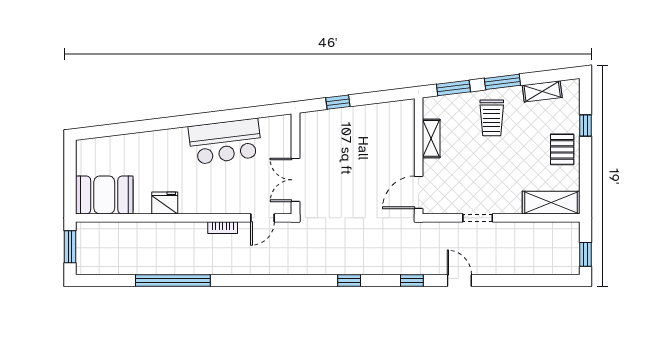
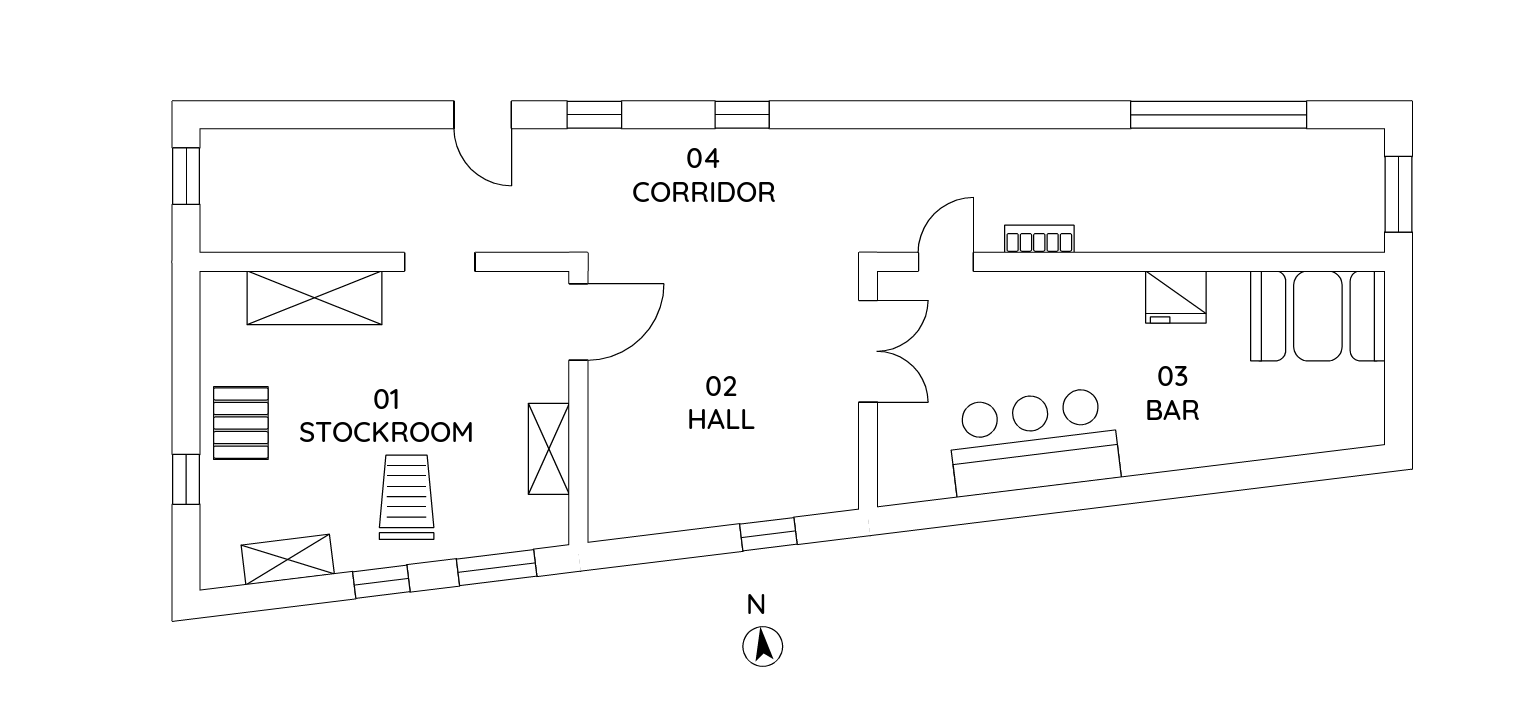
window: (502, 82) -> (381, 582), width x0.67
shelving: (551, 203) -> (314, 298), moved
window: (173, 280) -> (1219, 115), moved

